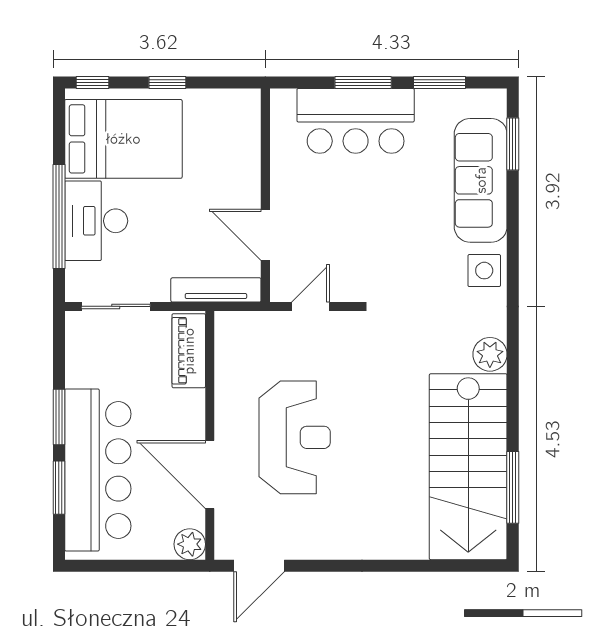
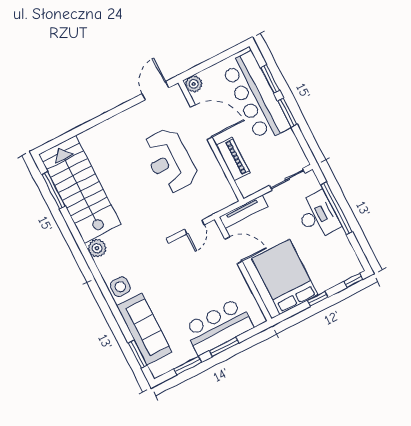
bed: (123, 139) -> (285, 277), moved, turned 90
piano: (189, 351) -> (233, 159), moved

